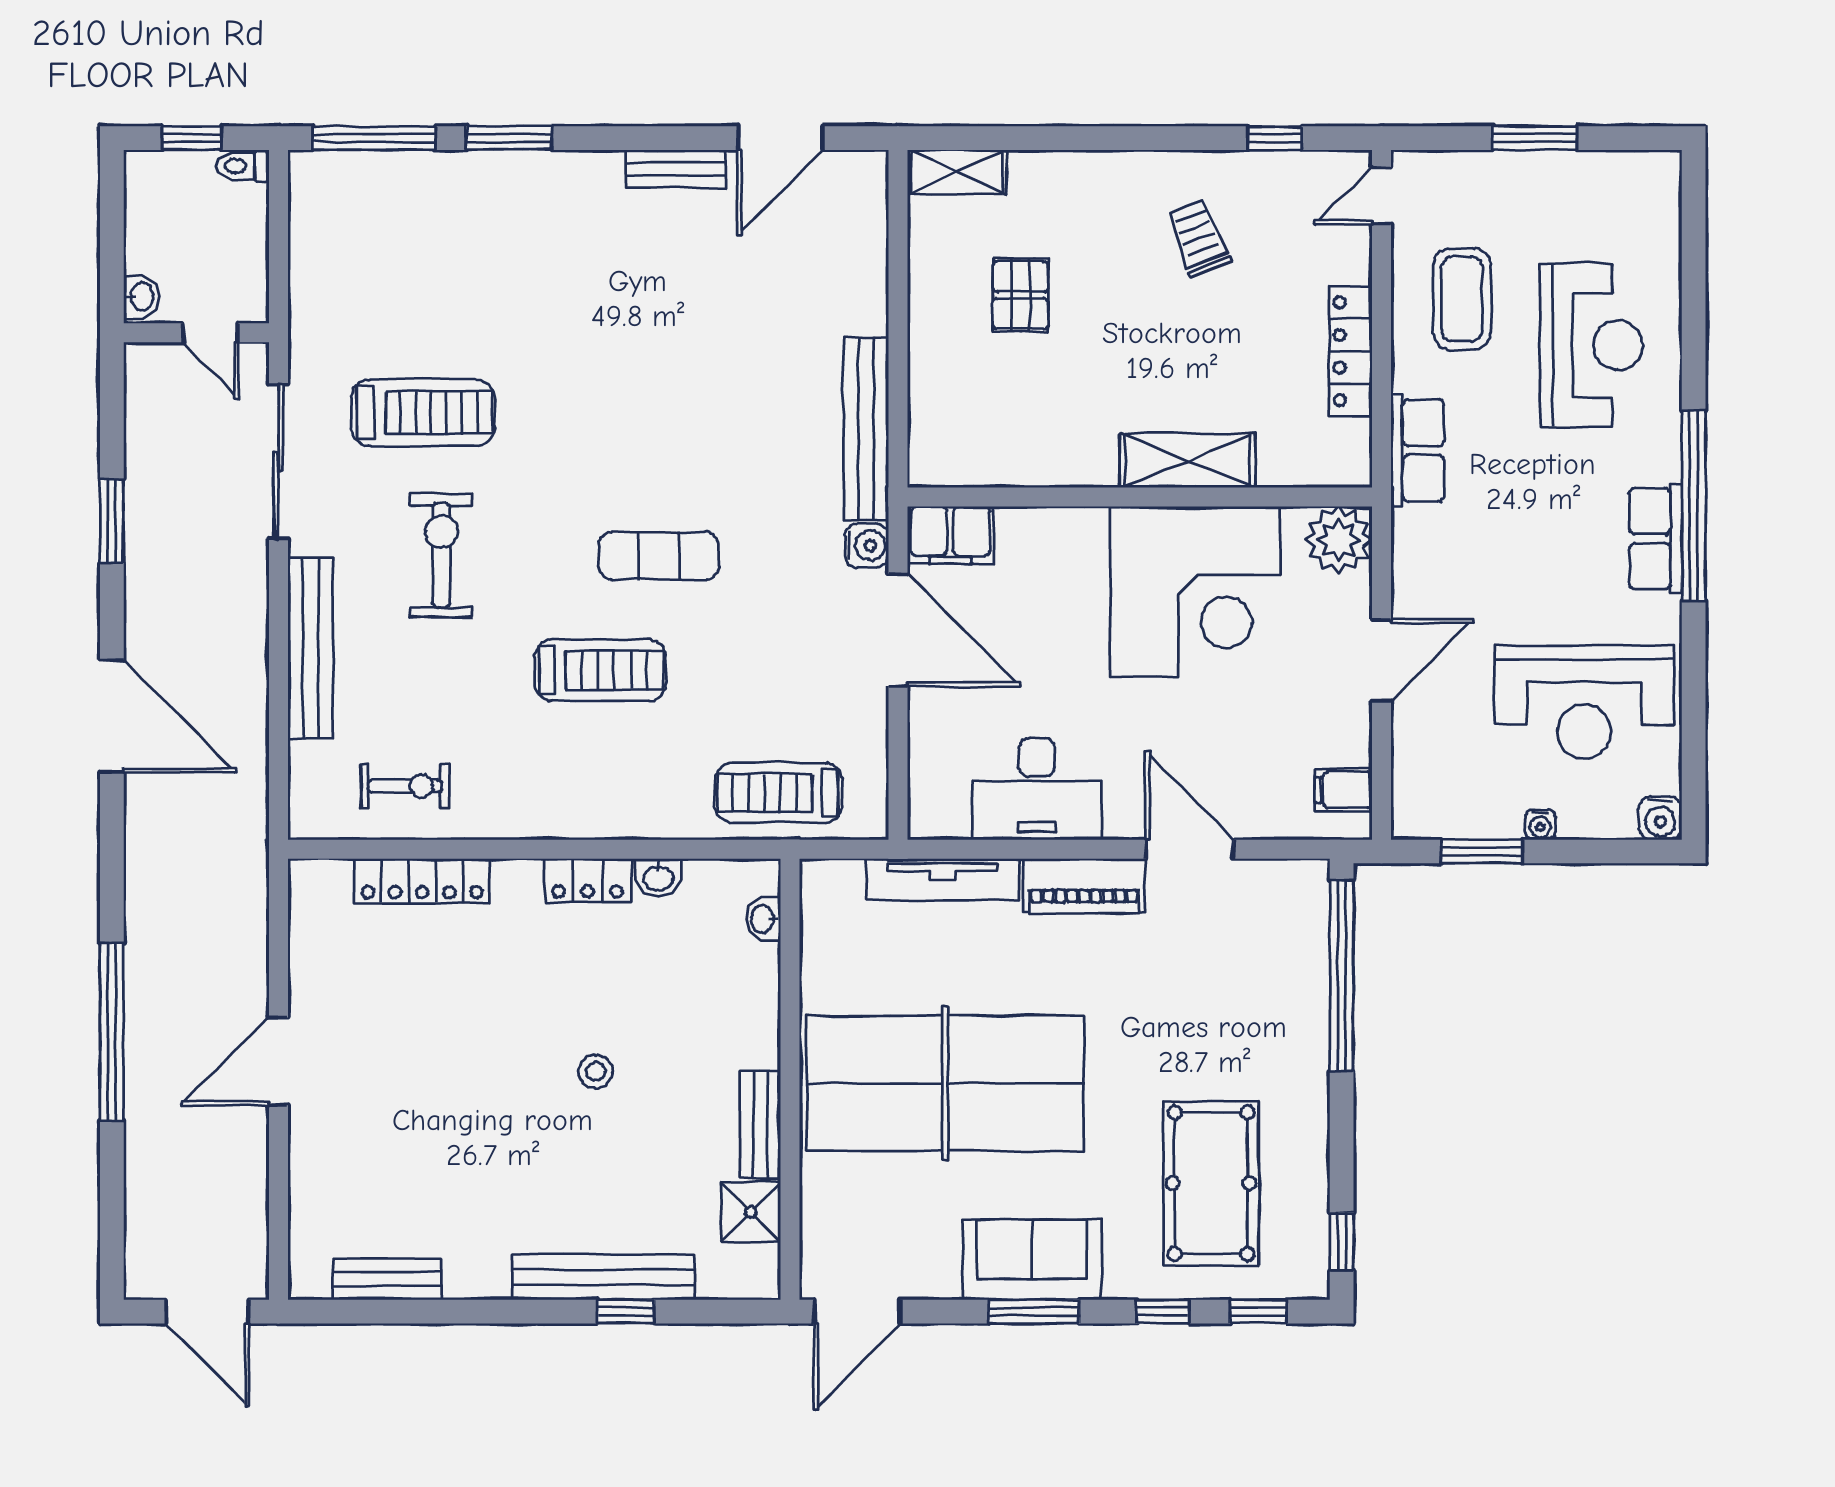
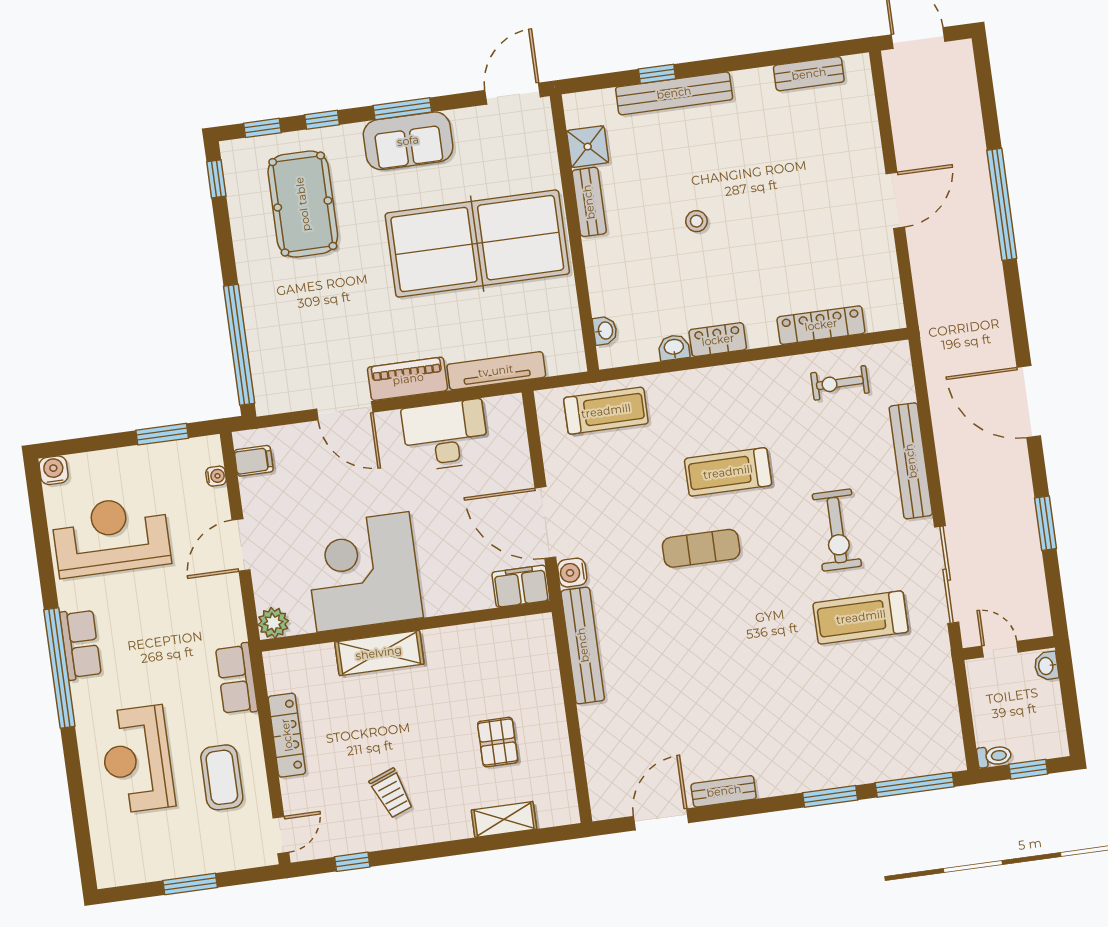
shelving: (957, 172) -> (504, 819), moved
plant: (1339, 540) -> (273, 623), width x0.73, depth x0.73
water cooler: (1540, 825) -> (216, 476), moved, turned 90

